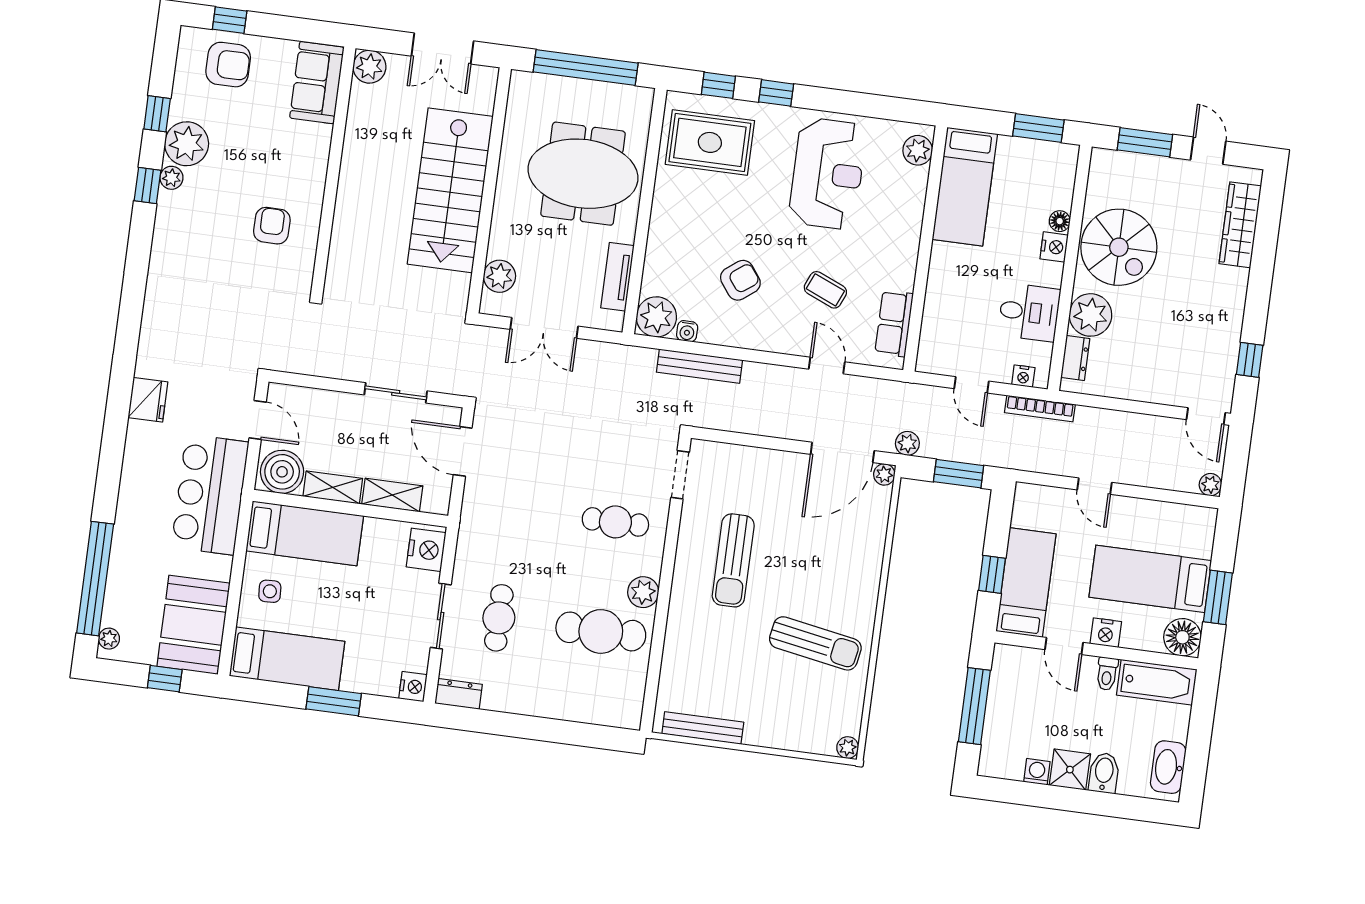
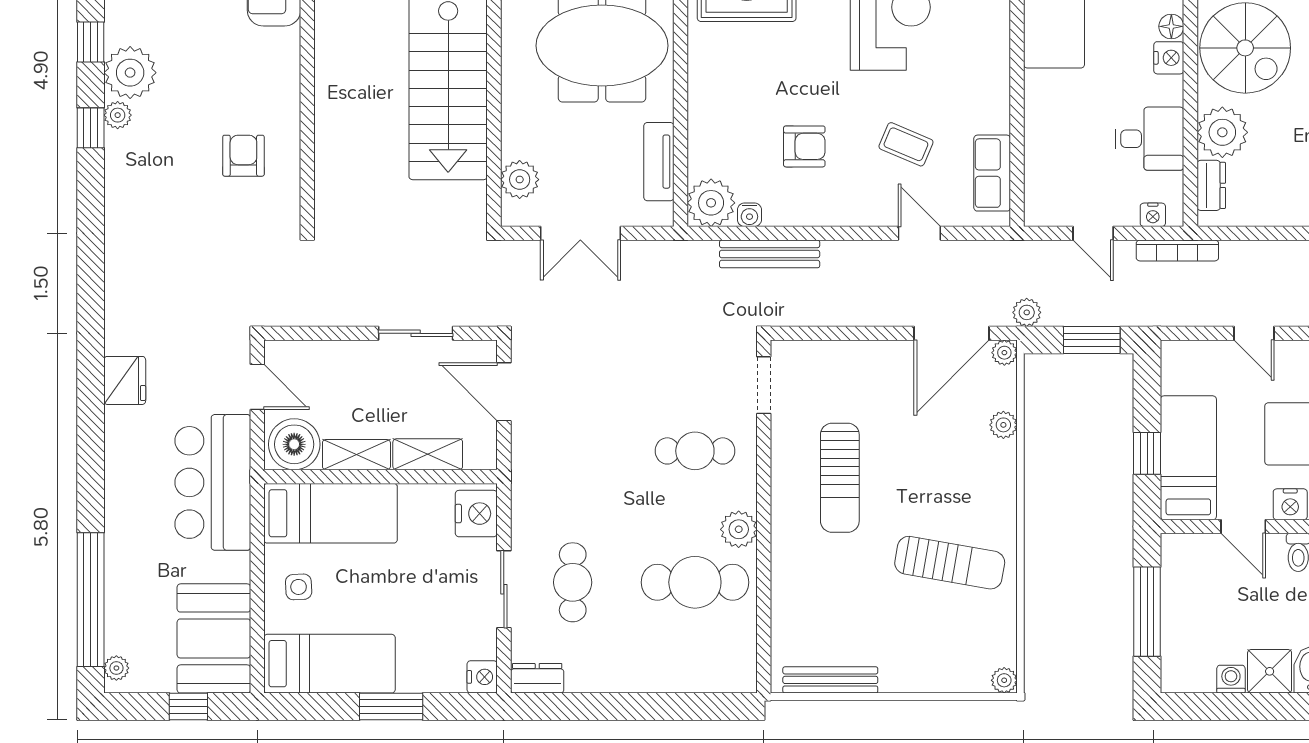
armchair: (740, 280) -> (804, 146), turned 37
plant: (875, 535) -> (1003, 425), added

